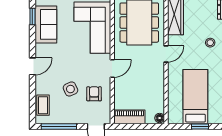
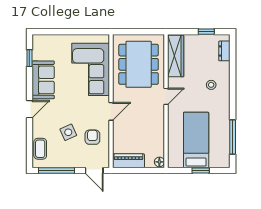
sofa: (46, 24) -> (43, 80), moved

